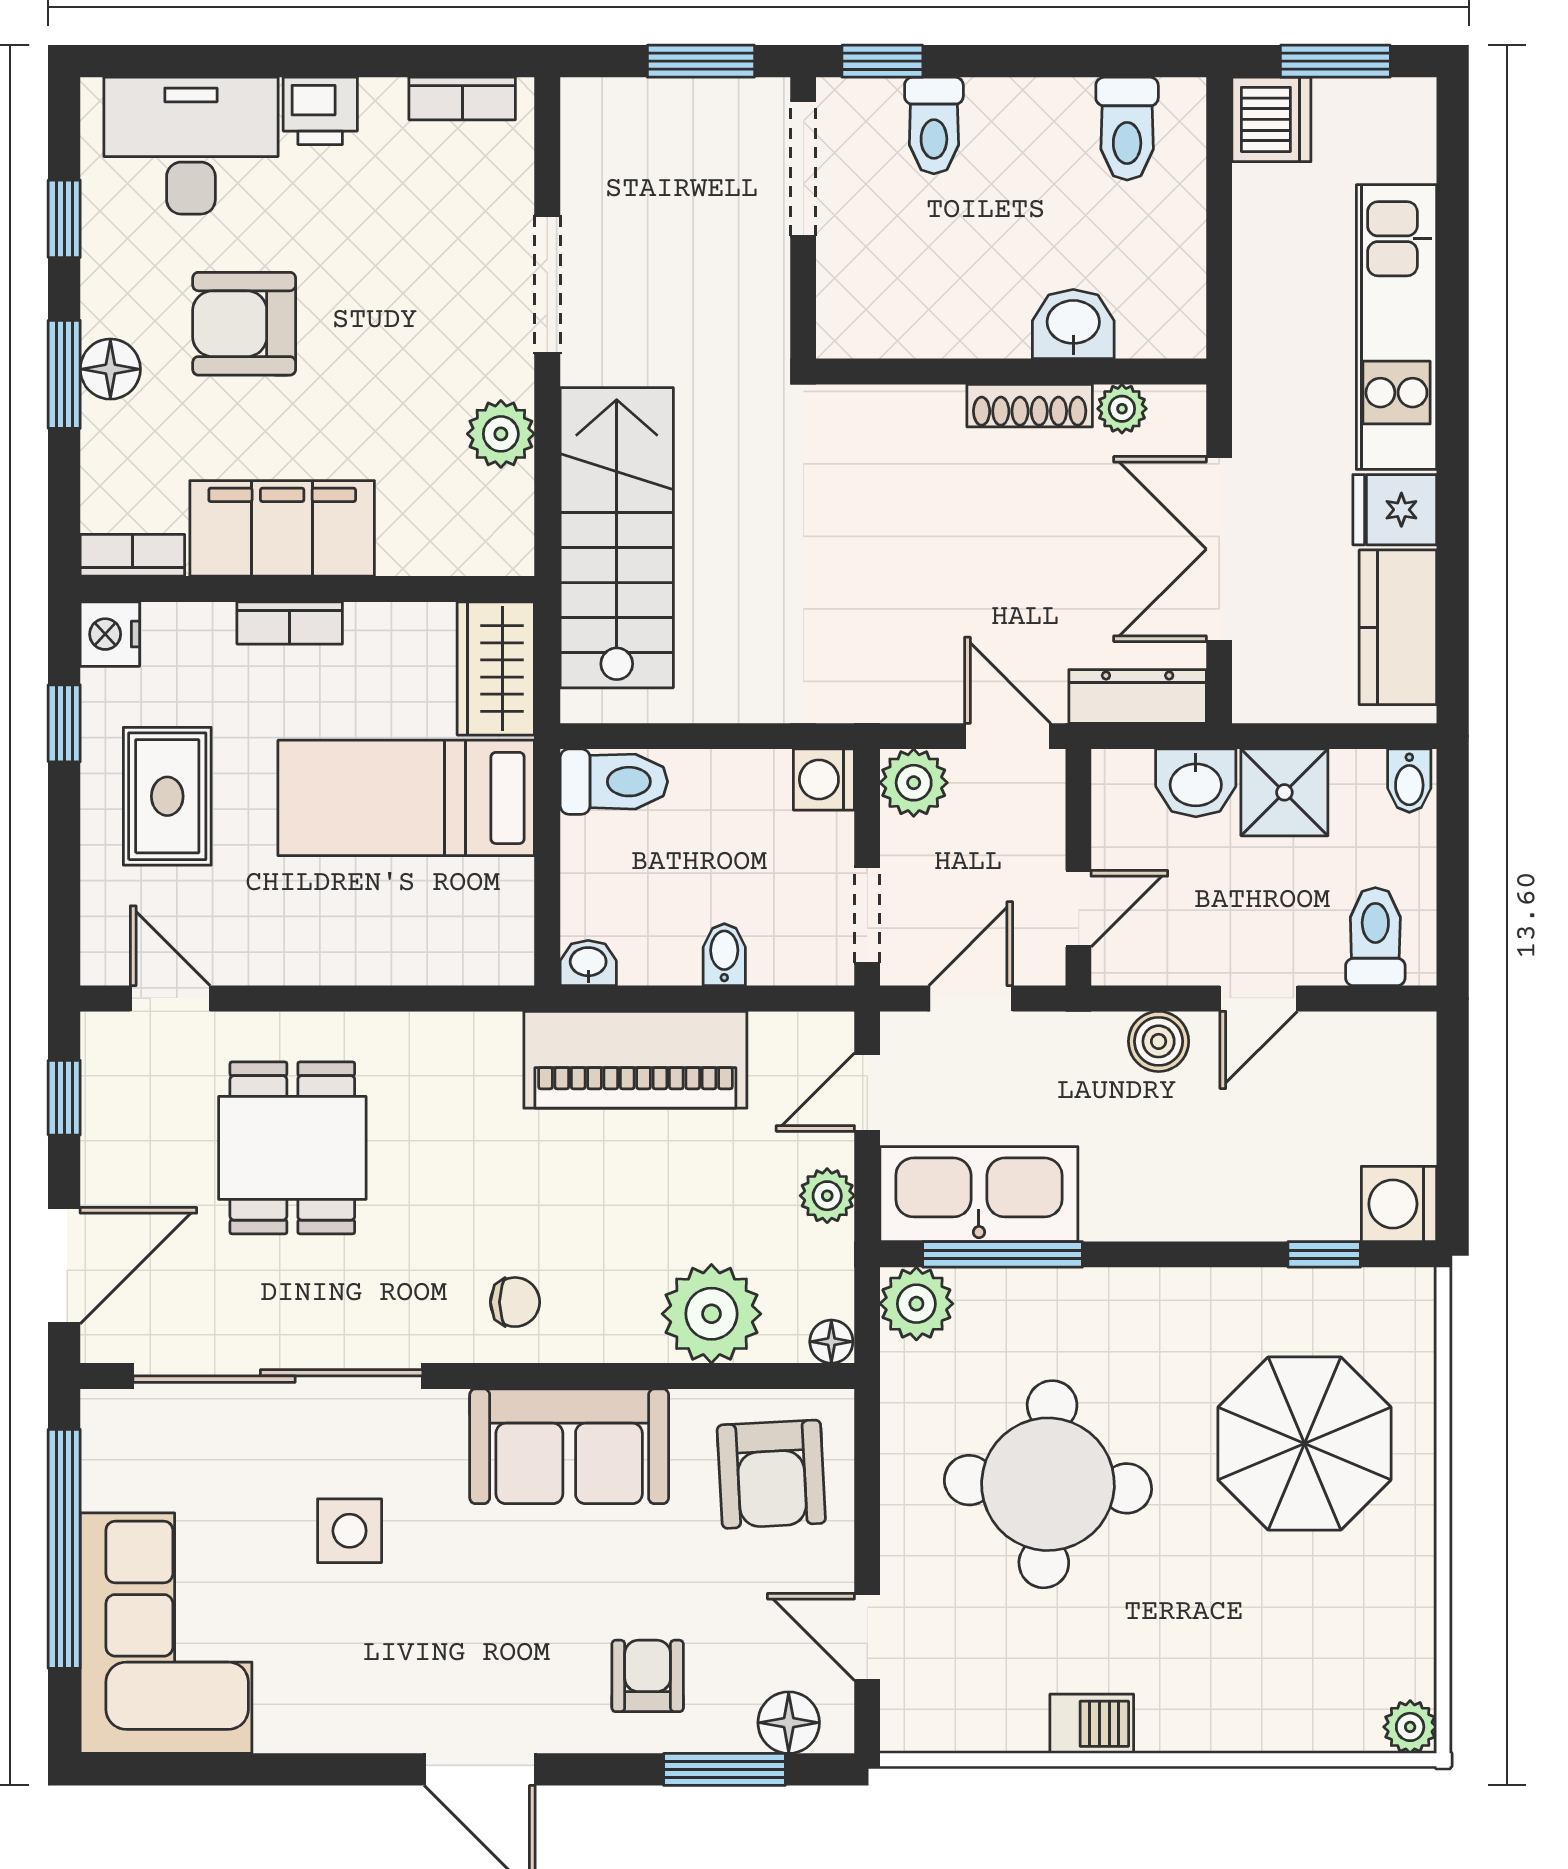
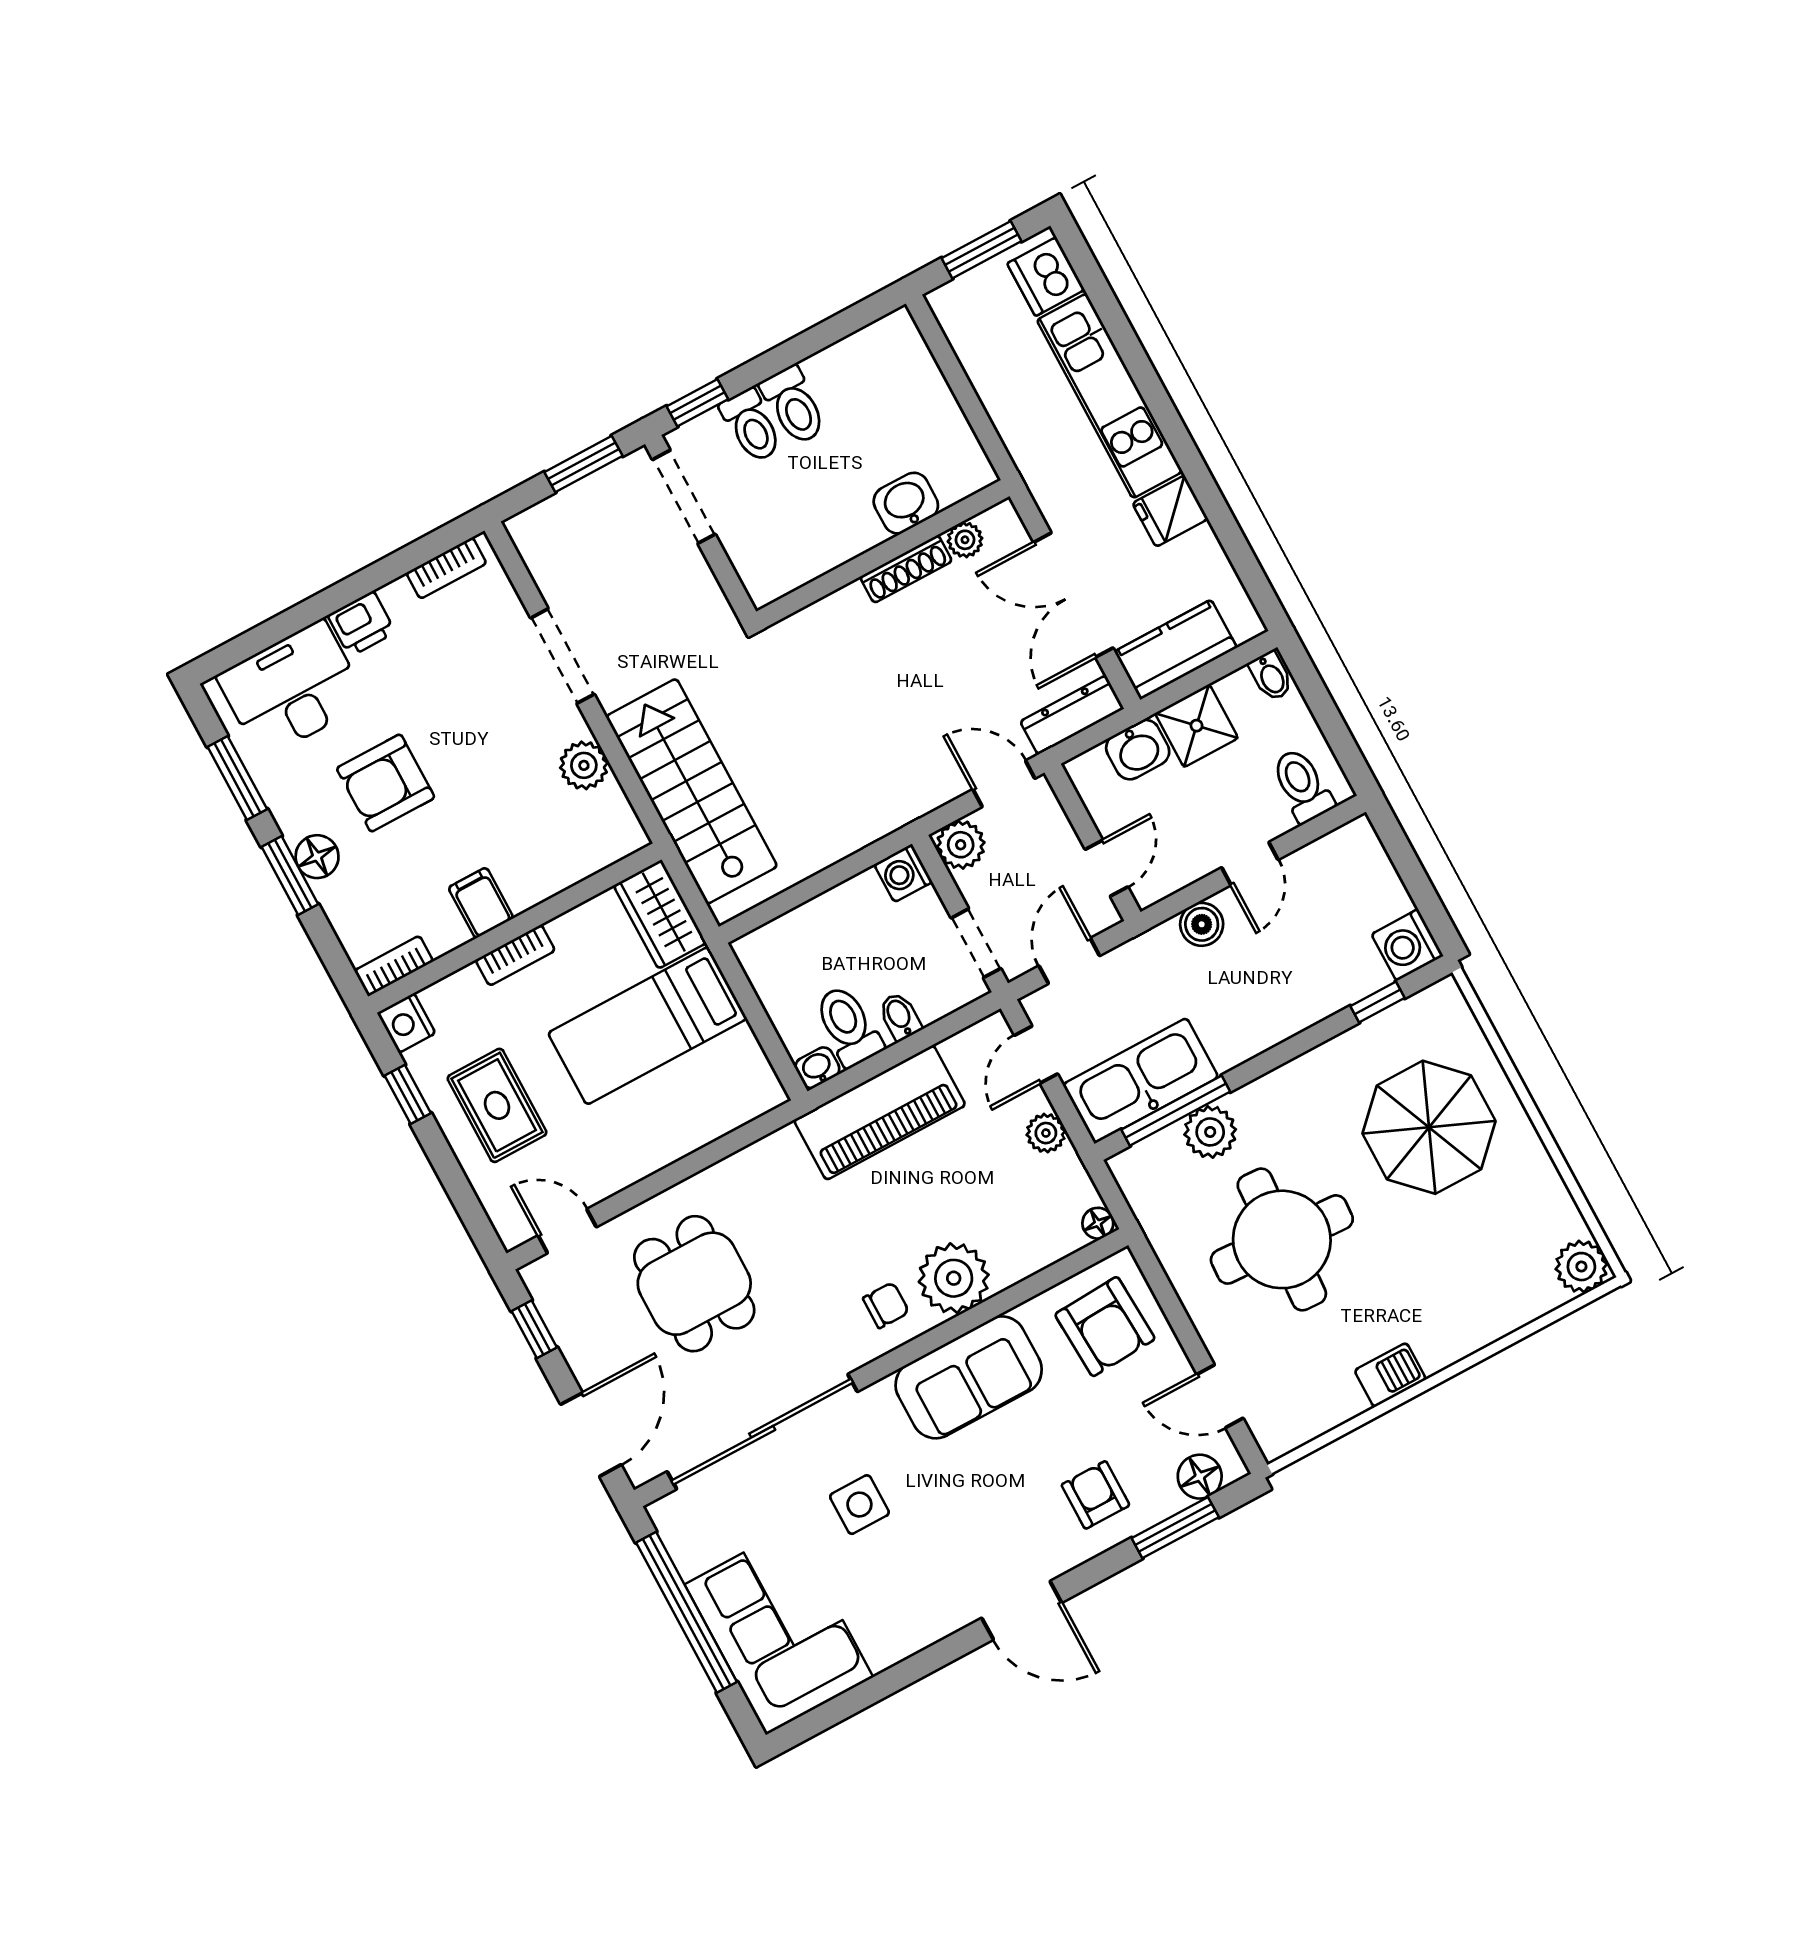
dishwasher: (1271, 119) -> (1046, 277), moved, turned 180
toilet: (1127, 129) -> (794, 405), moved
window: (64, 219) -> (237, 778), width x1.50
filing cabinet: (282, 528) -> (481, 903), width x0.33, depth x0.86
kitchen counter: (1398, 627) -> (1176, 650), moved, turned 90
toilet: (614, 782) -> (848, 1026), moved, turned -90
plant: (916, 1304) -> (1210, 1132), moved
plant: (711, 1314) -> (954, 1278), moved
plant: (1410, 1727) -> (1581, 1267), width x1.38, depth x1.38

